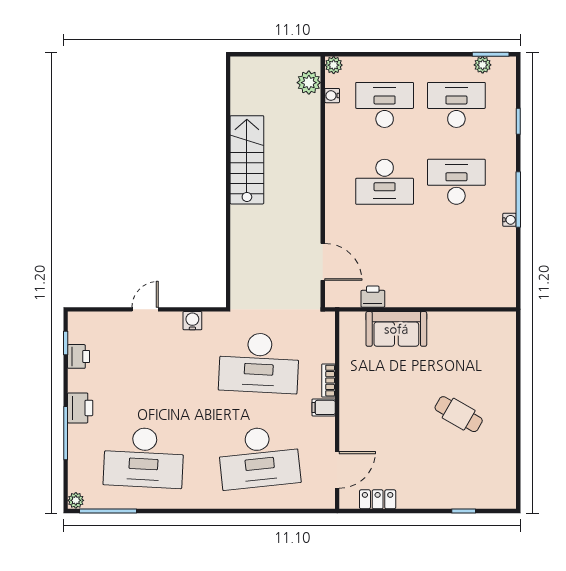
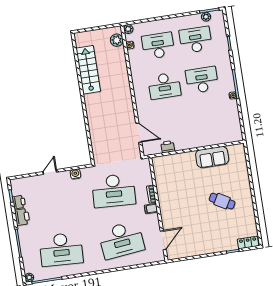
stairs: (247, 160) -> (88, 70), moved
sofa: (396, 329) -> (212, 157), moved
printer: (80, 408) -> (22, 217), moved
locker: (378, 499) -> (248, 243), moved

